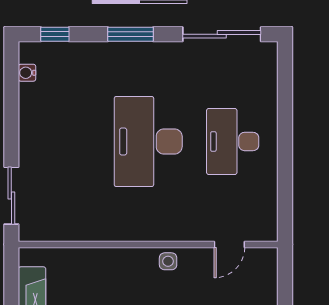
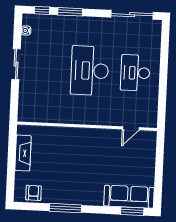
window: (131, 34) -> (70, 12), moved
sliding door: (11, 196) -> (16, 64), moved
side table: (168, 261) -> (97, 136), removed

